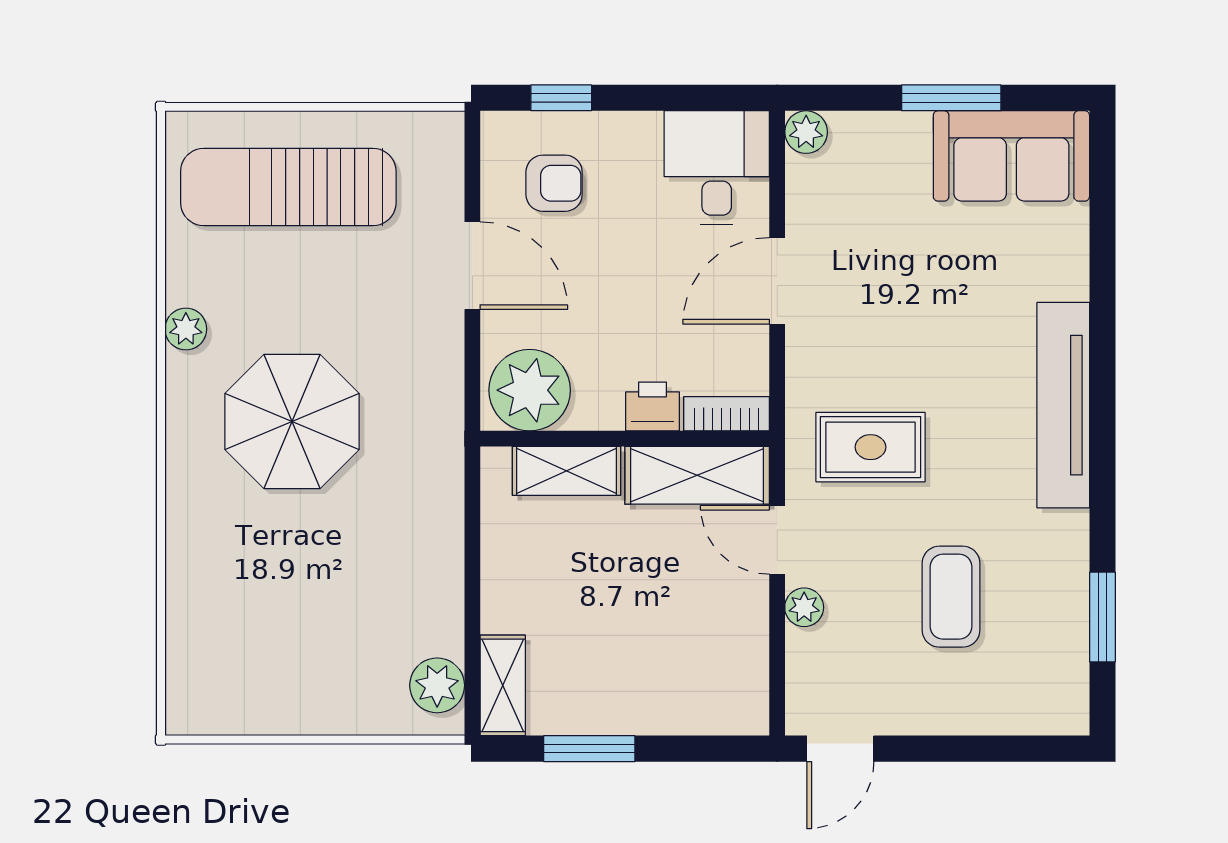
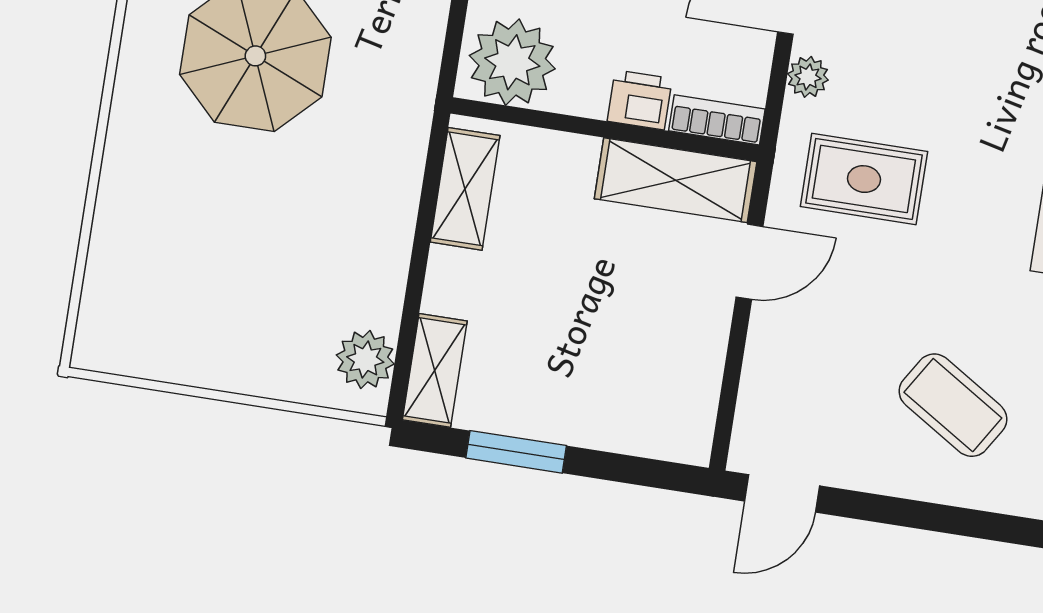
shelving: (567, 471) -> (465, 189), moved, turned 90
door: (777, 540) -> (750, 262), swing flipped
coffee table: (951, 597) -> (953, 405), moved, turned -58
plant: (804, 607) -> (808, 77), moved

